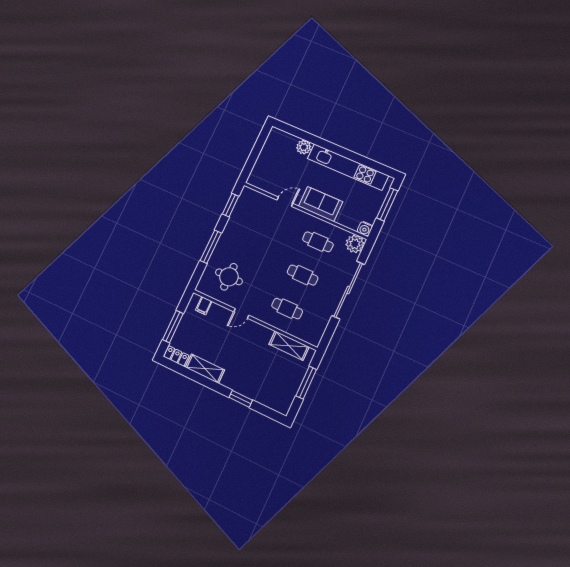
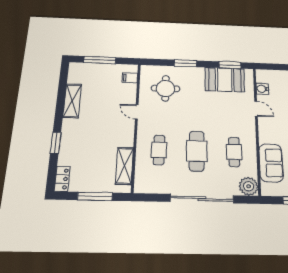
sofa: (320, 204) -> (271, 163), moved
booth: (243, 217) -> (225, 80), added
water cooler: (365, 229) -> (262, 89), moved
window: (211, 247) -> (185, 63), width x0.69
cafe table: (303, 275) -> (197, 151), width x1.37, depth x1.35
locker: (176, 356) -> (62, 179), moved

